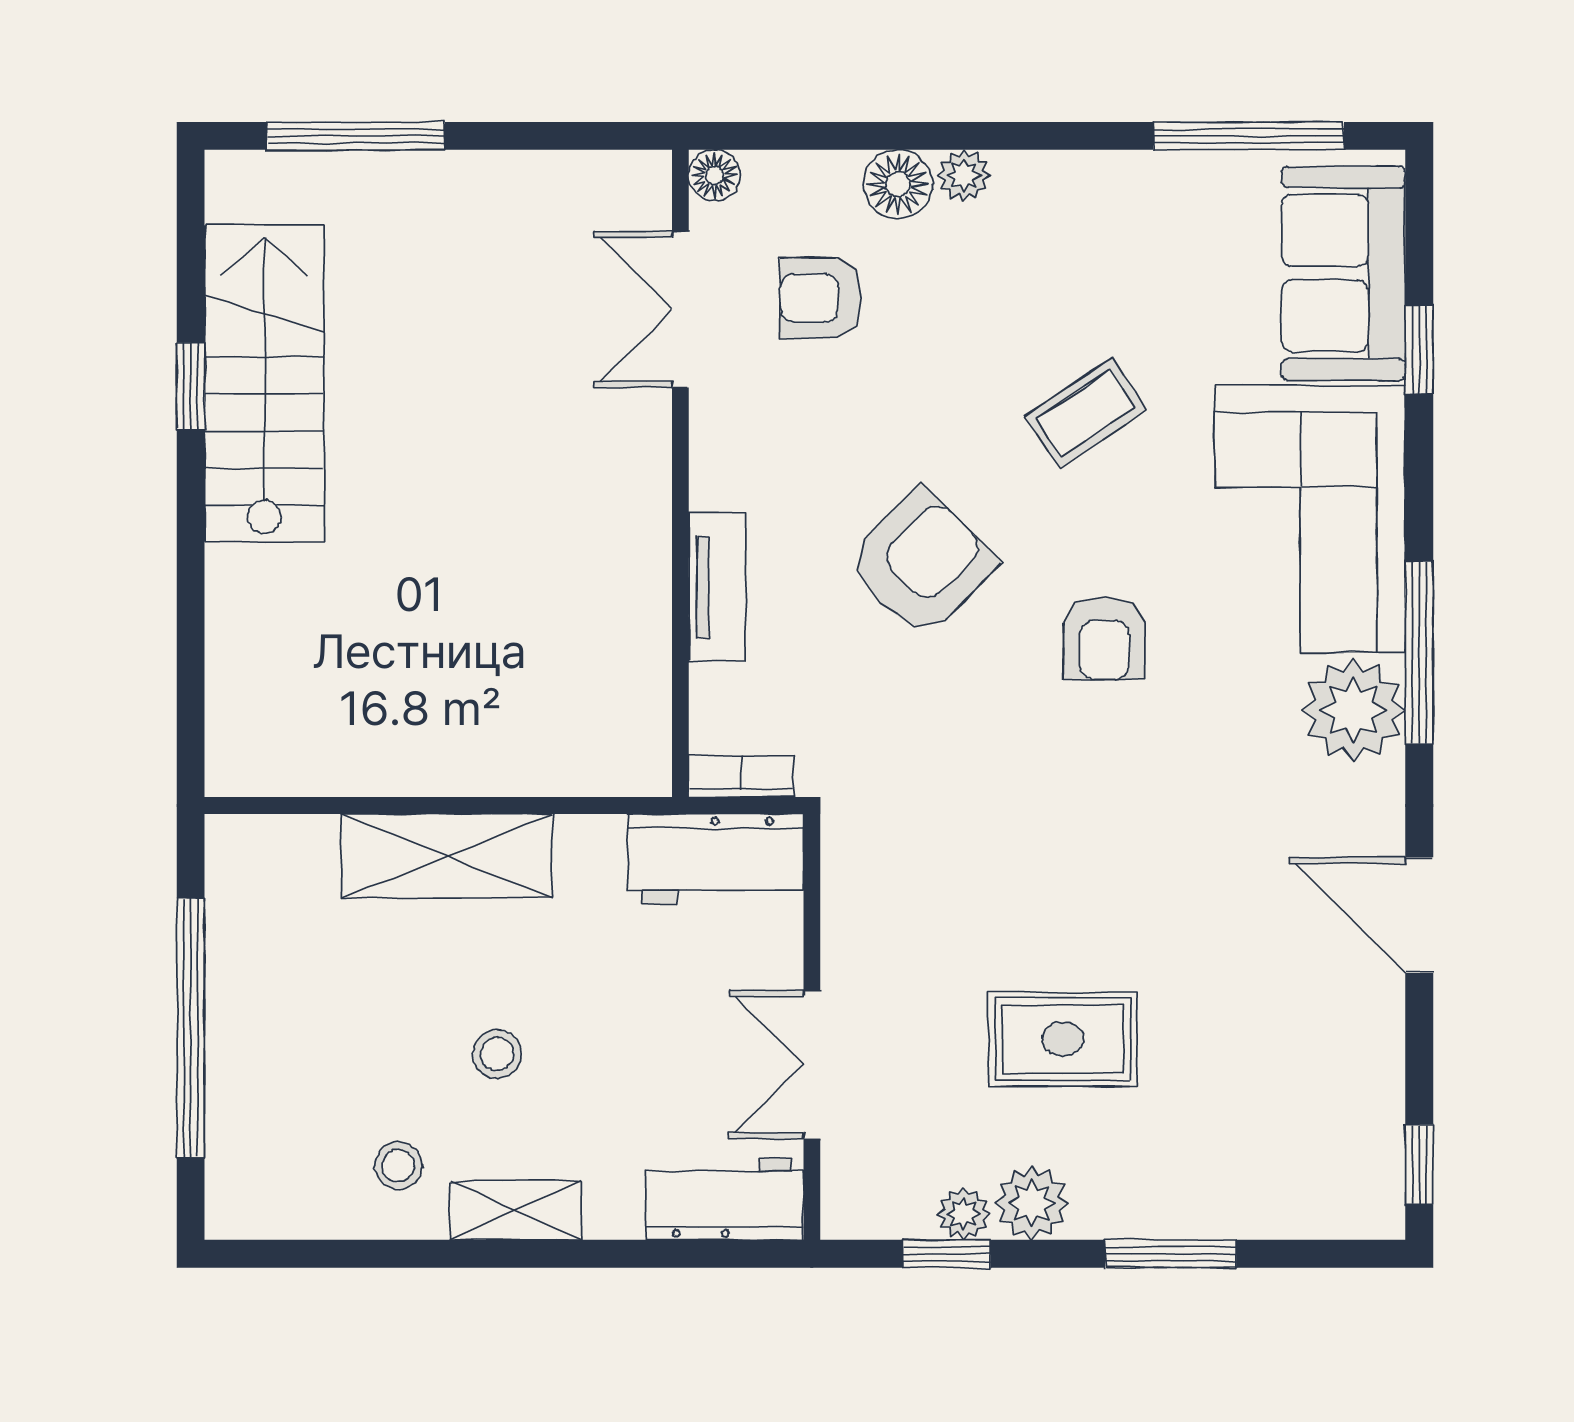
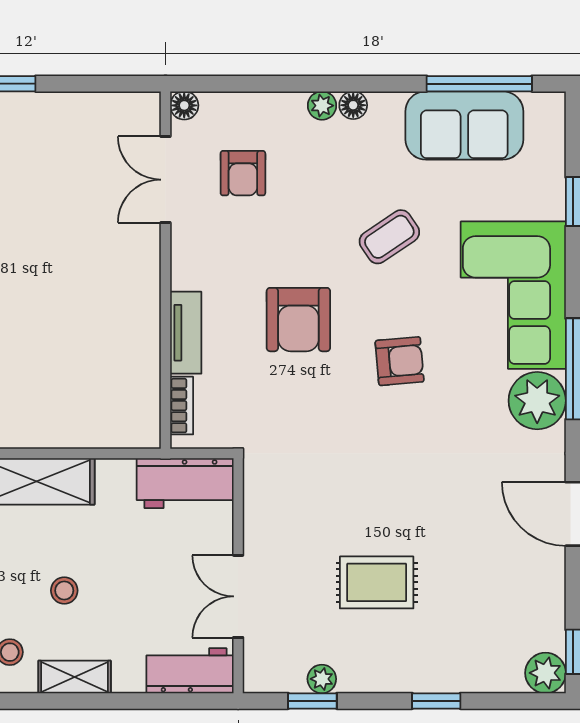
floor lamp: (898, 184) -> (353, 105), moved, width x0.73, depth x0.73
sofa: (1344, 273) -> (464, 125), moved, turned -90
armchair: (821, 298) -> (243, 173), turned -90
armchair: (921, 563) -> (298, 320), turned 135
armchair: (1104, 638) -> (400, 361), turned -95
bookcase: (741, 776) -> (182, 406), moved, turned 90
plant: (1032, 1203) -> (546, 673), moved
window: (1171, 1254) -> (436, 701), width x0.67

